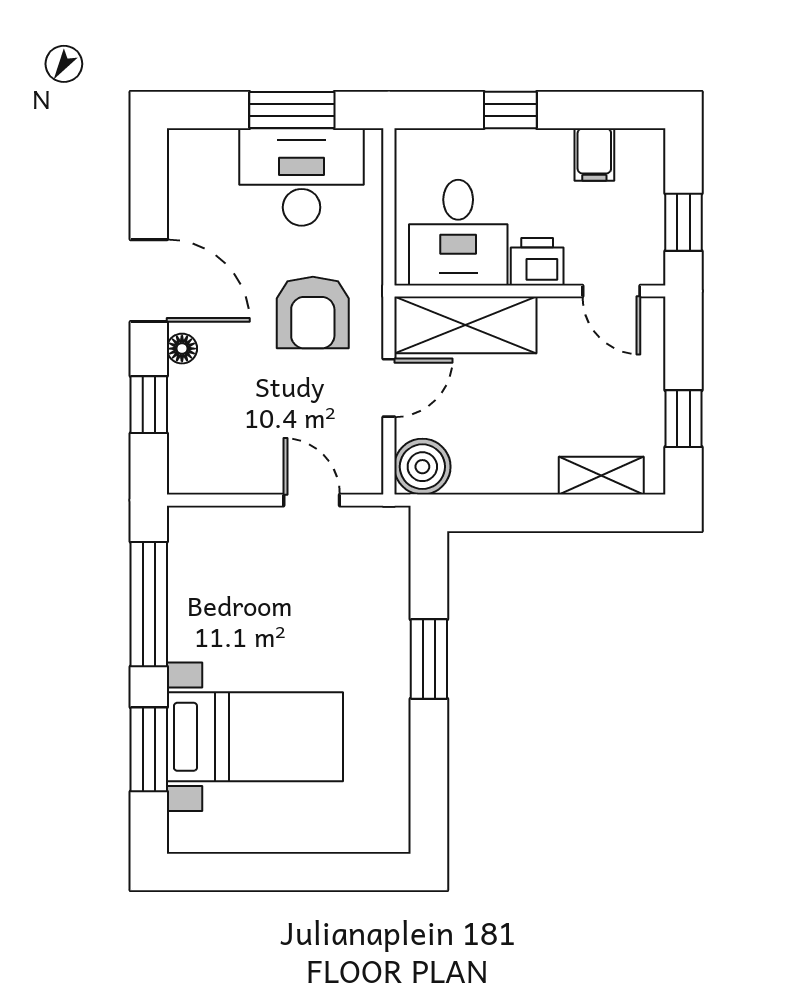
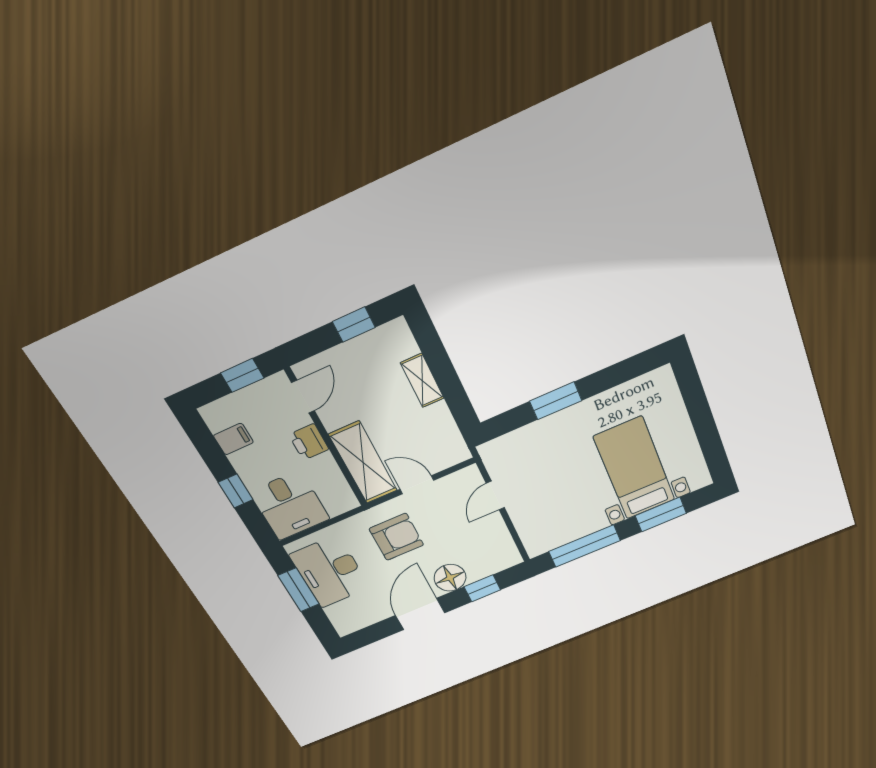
desk: (458, 233) -> (290, 505), moved, turned 90
floor lamp: (182, 349) -> (450, 578), width x1.89, depth x1.89
boiler: (422, 467) -> (451, 450), removed
shelving: (601, 476) -> (422, 381), moved

